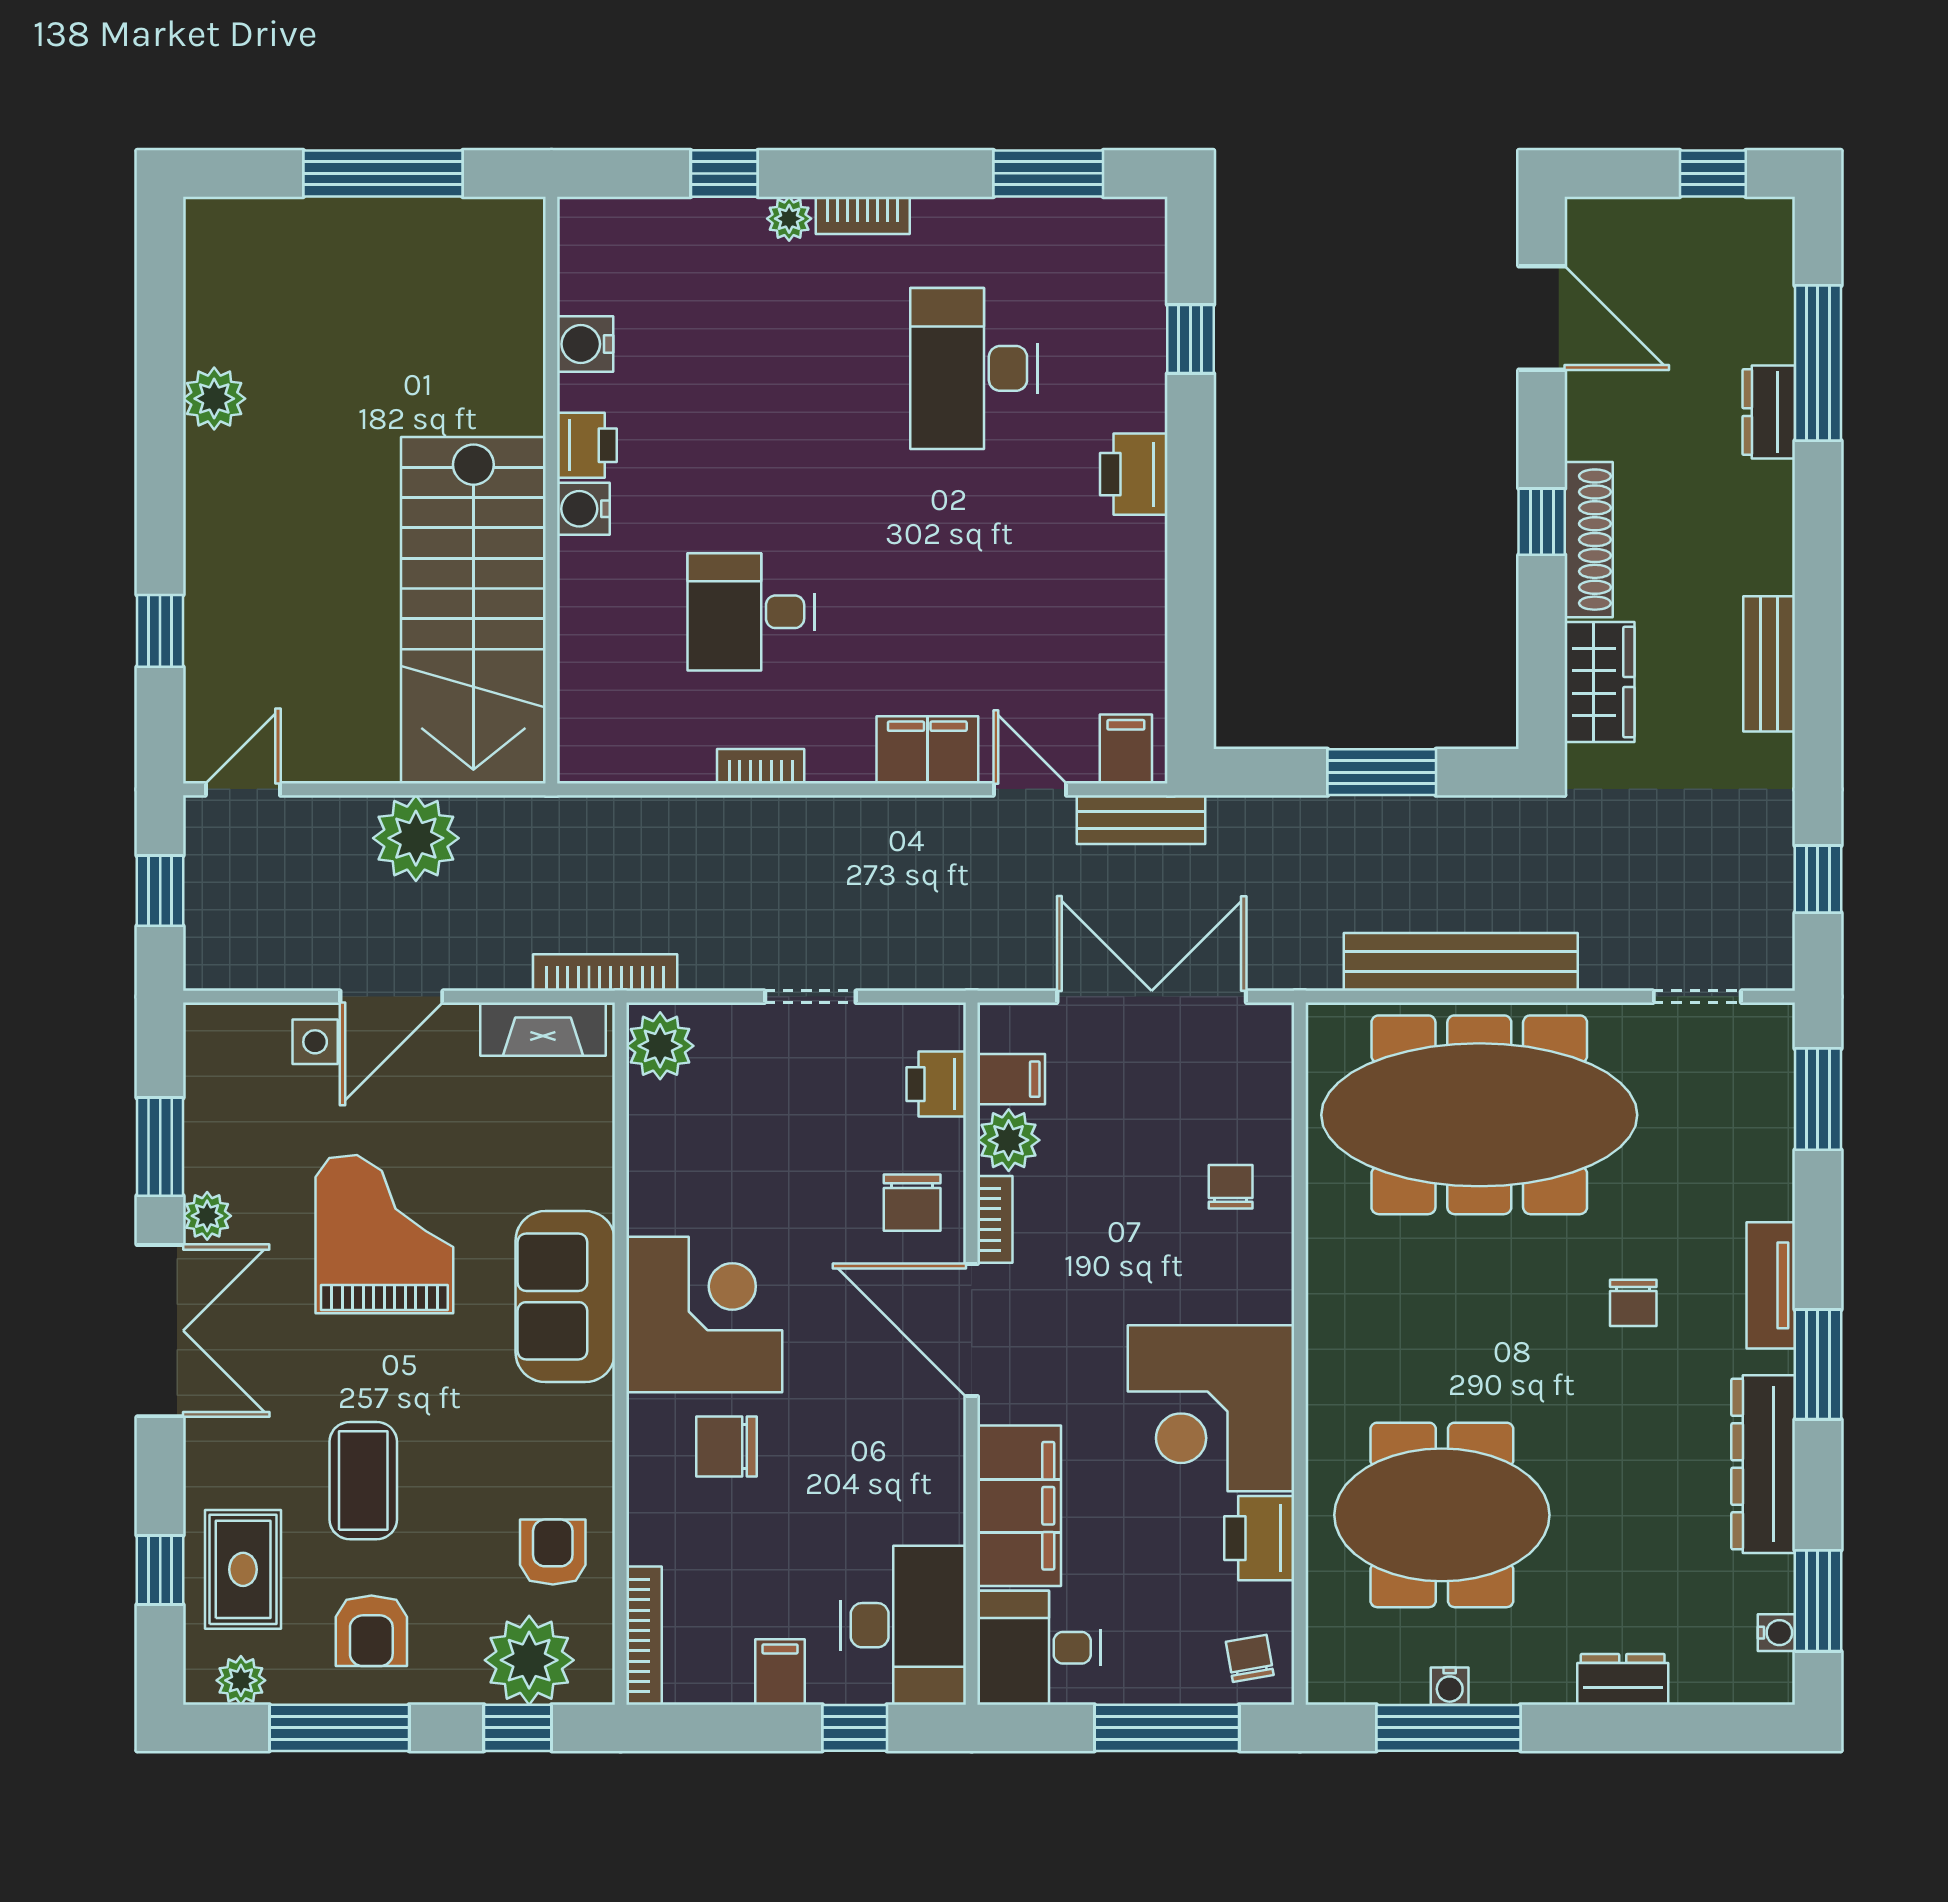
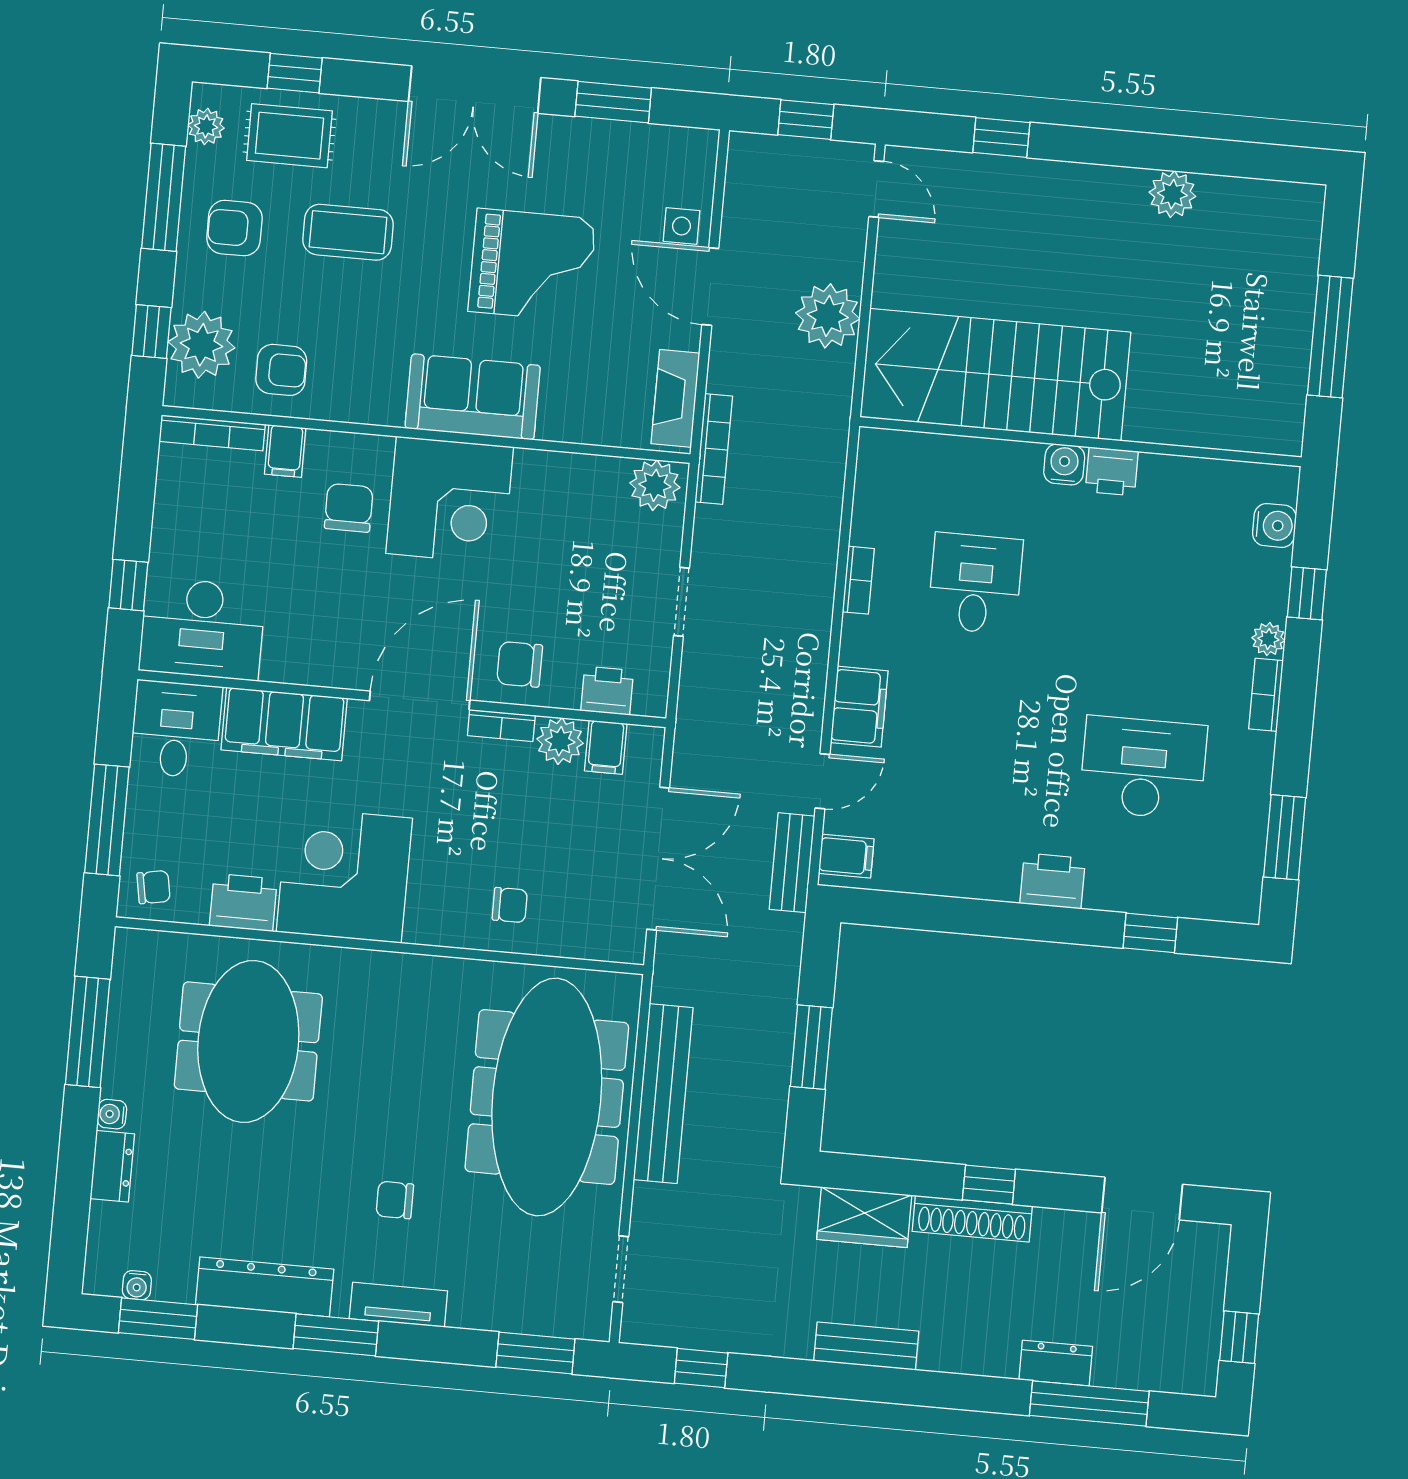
water cooler: (585, 344) -> (1274, 525), moved, turned 90
plant: (207, 1216) -> (558, 133), removed
filing cabinet: (780, 1672) -> (285, 451), moved, turned 90
water cooler: (1450, 1686) -> (112, 1114), moved

